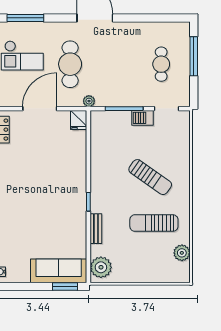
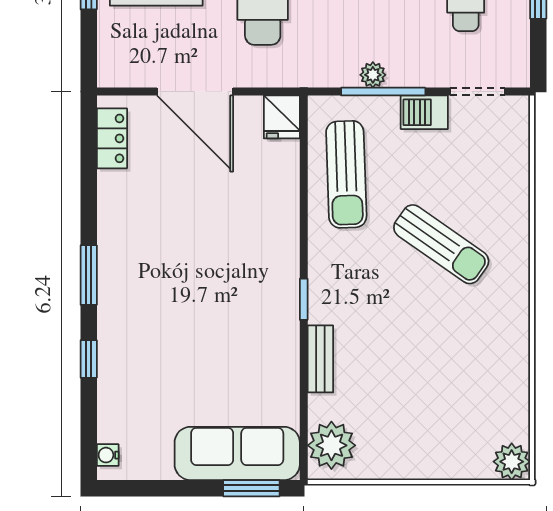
plant: (89, 101) -> (373, 75), moved
door: (40, 109) -> (195, 92), swing flipped
sun lounger: (154, 223) -> (346, 174), moved, turned -92
plant: (182, 253) -> (512, 462), moved

